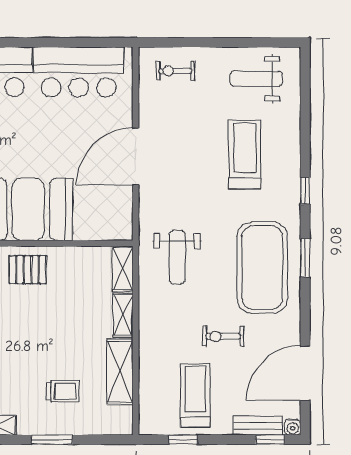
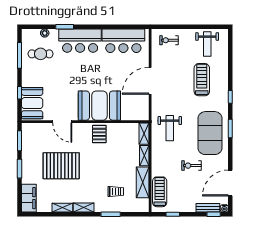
weight bench: (256, 79) -> (207, 44), turned -90
pallet: (28, 270) -> (99, 134), turned 90
treadmill: (195, 395) -> (160, 192), moved

